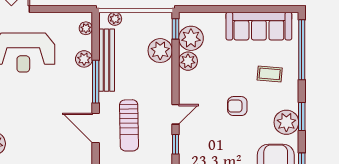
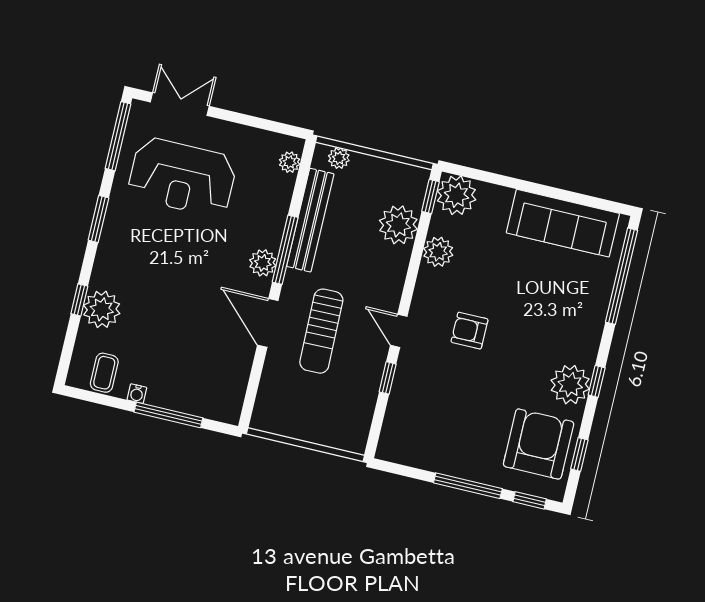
plant: (191, 38) -> (456, 195), moved
plant: (84, 59) -> (263, 263), moved
coffee table: (270, 74) -> (562, 302), removed
armchair: (237, 106) -> (470, 331), moved
door: (176, 114) -> (399, 331), swing flipped
window: (302, 117) -> (597, 381), width x0.67

